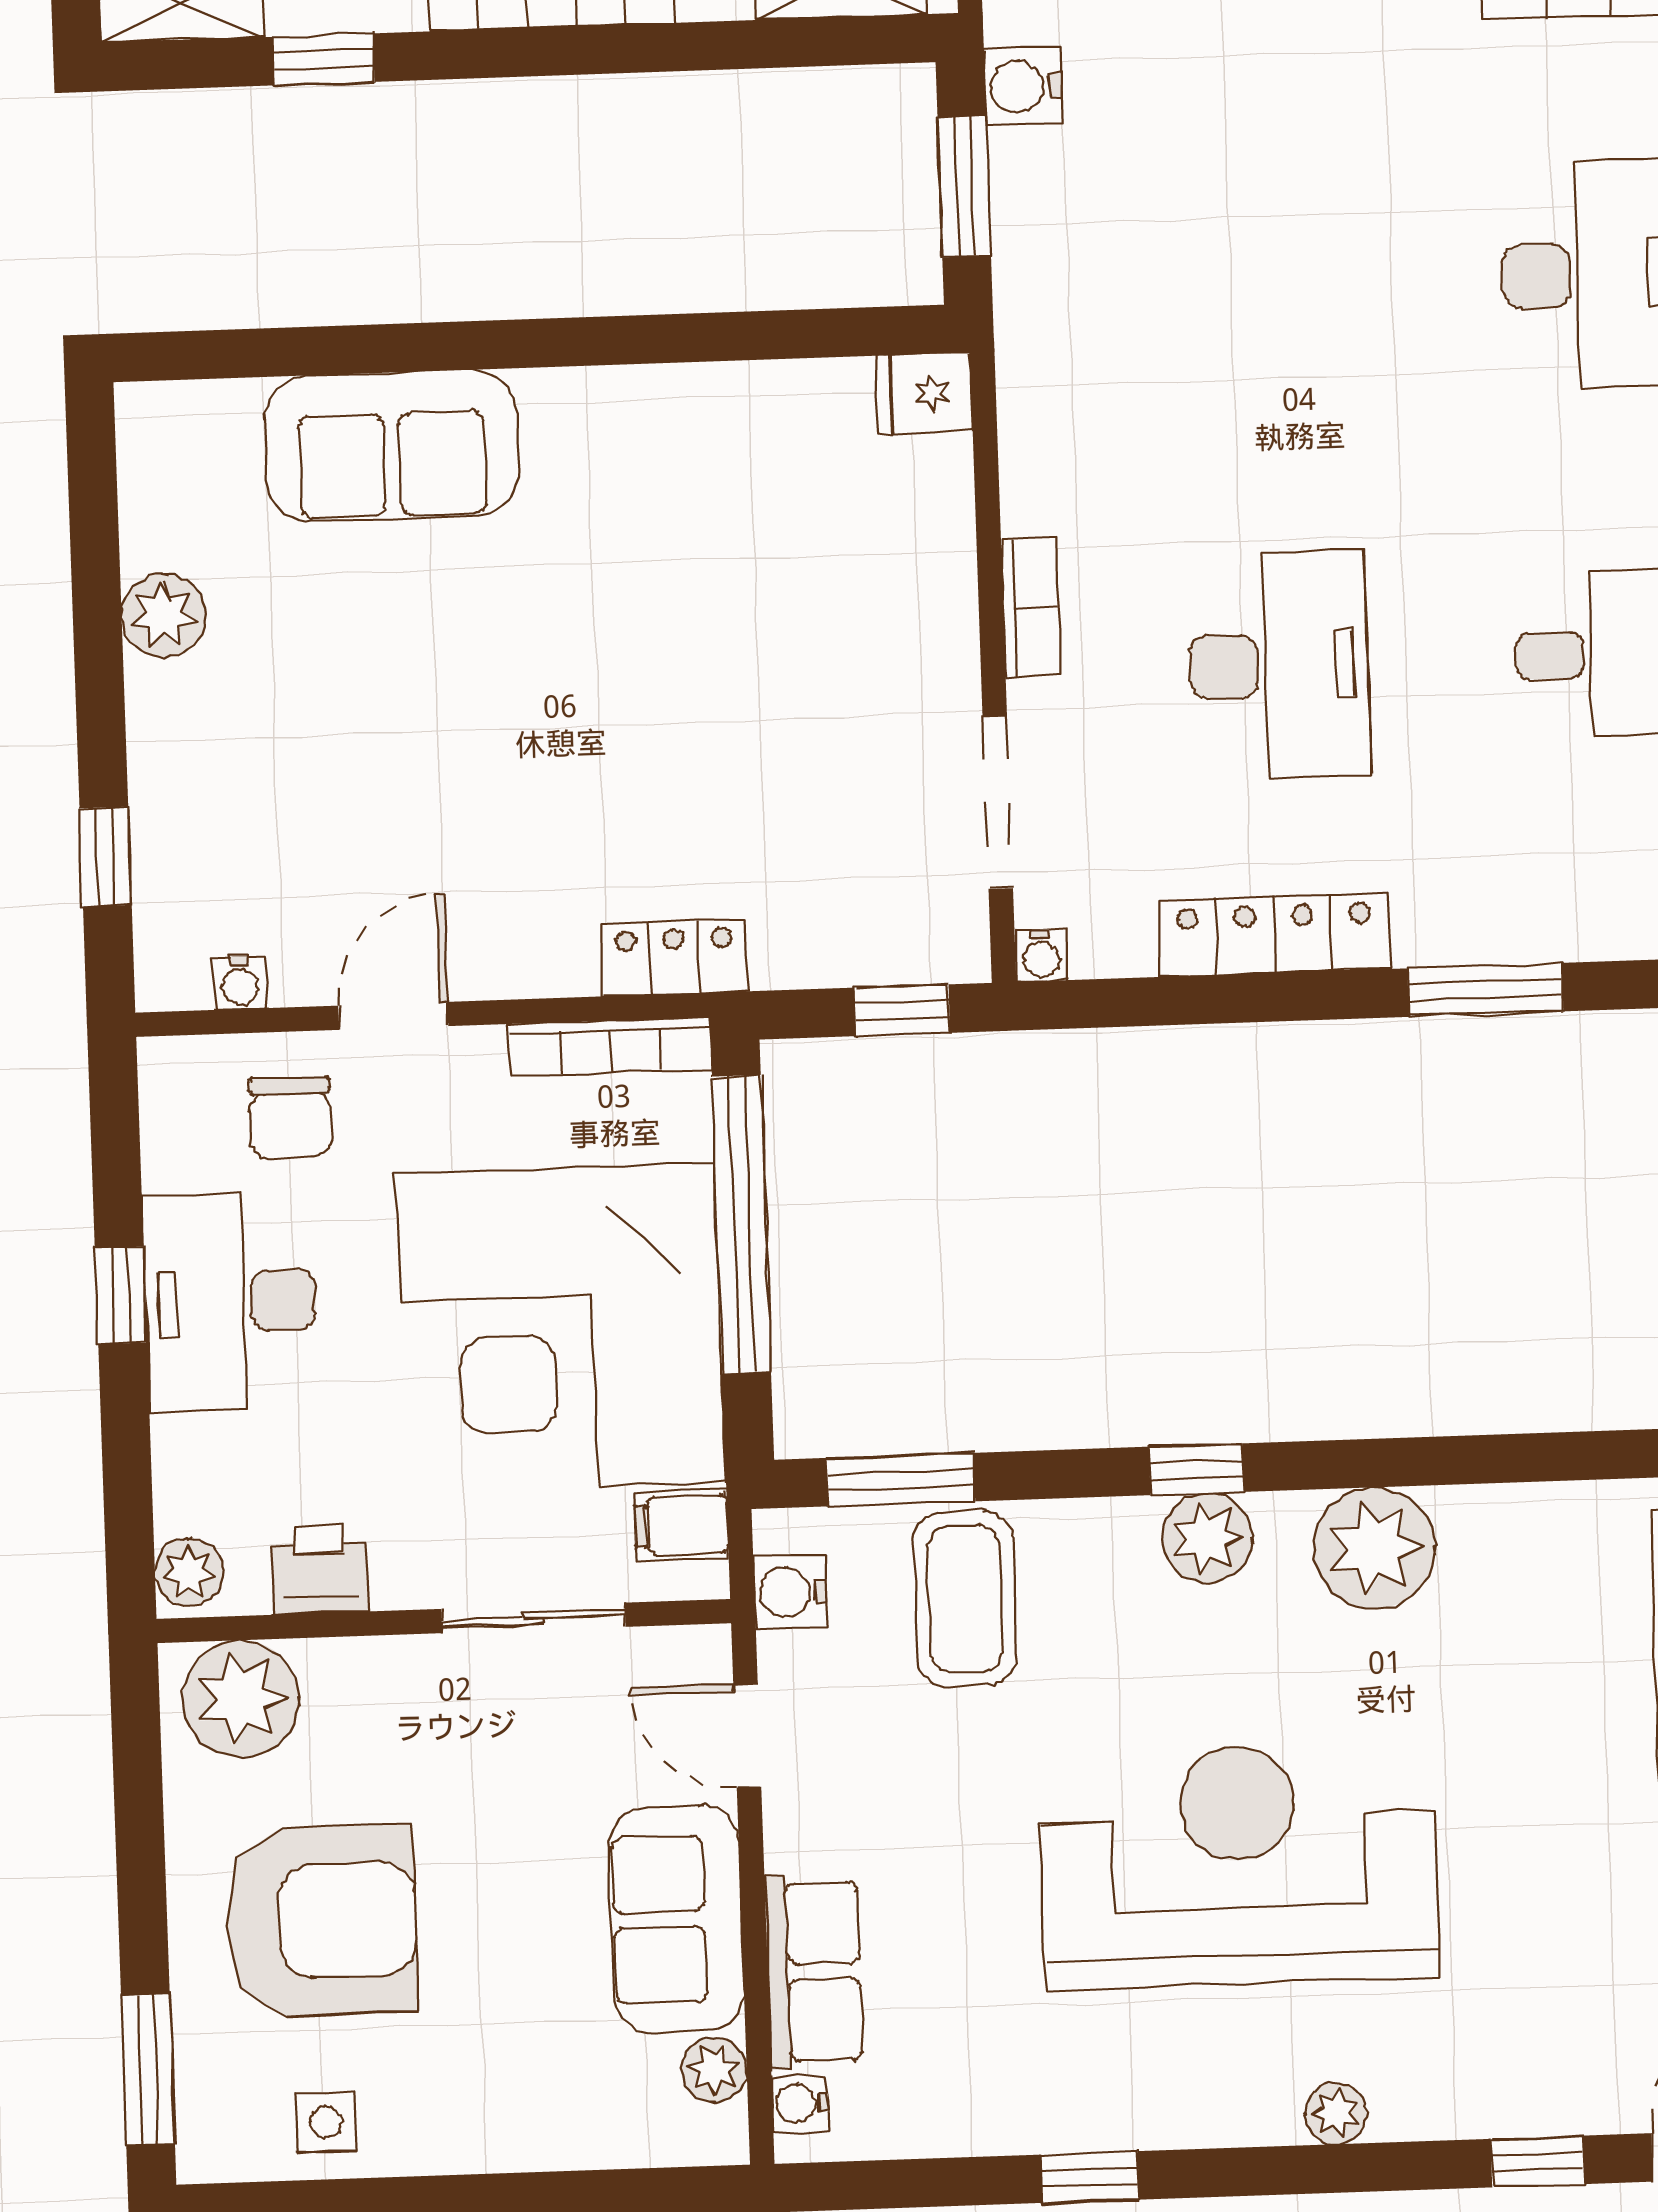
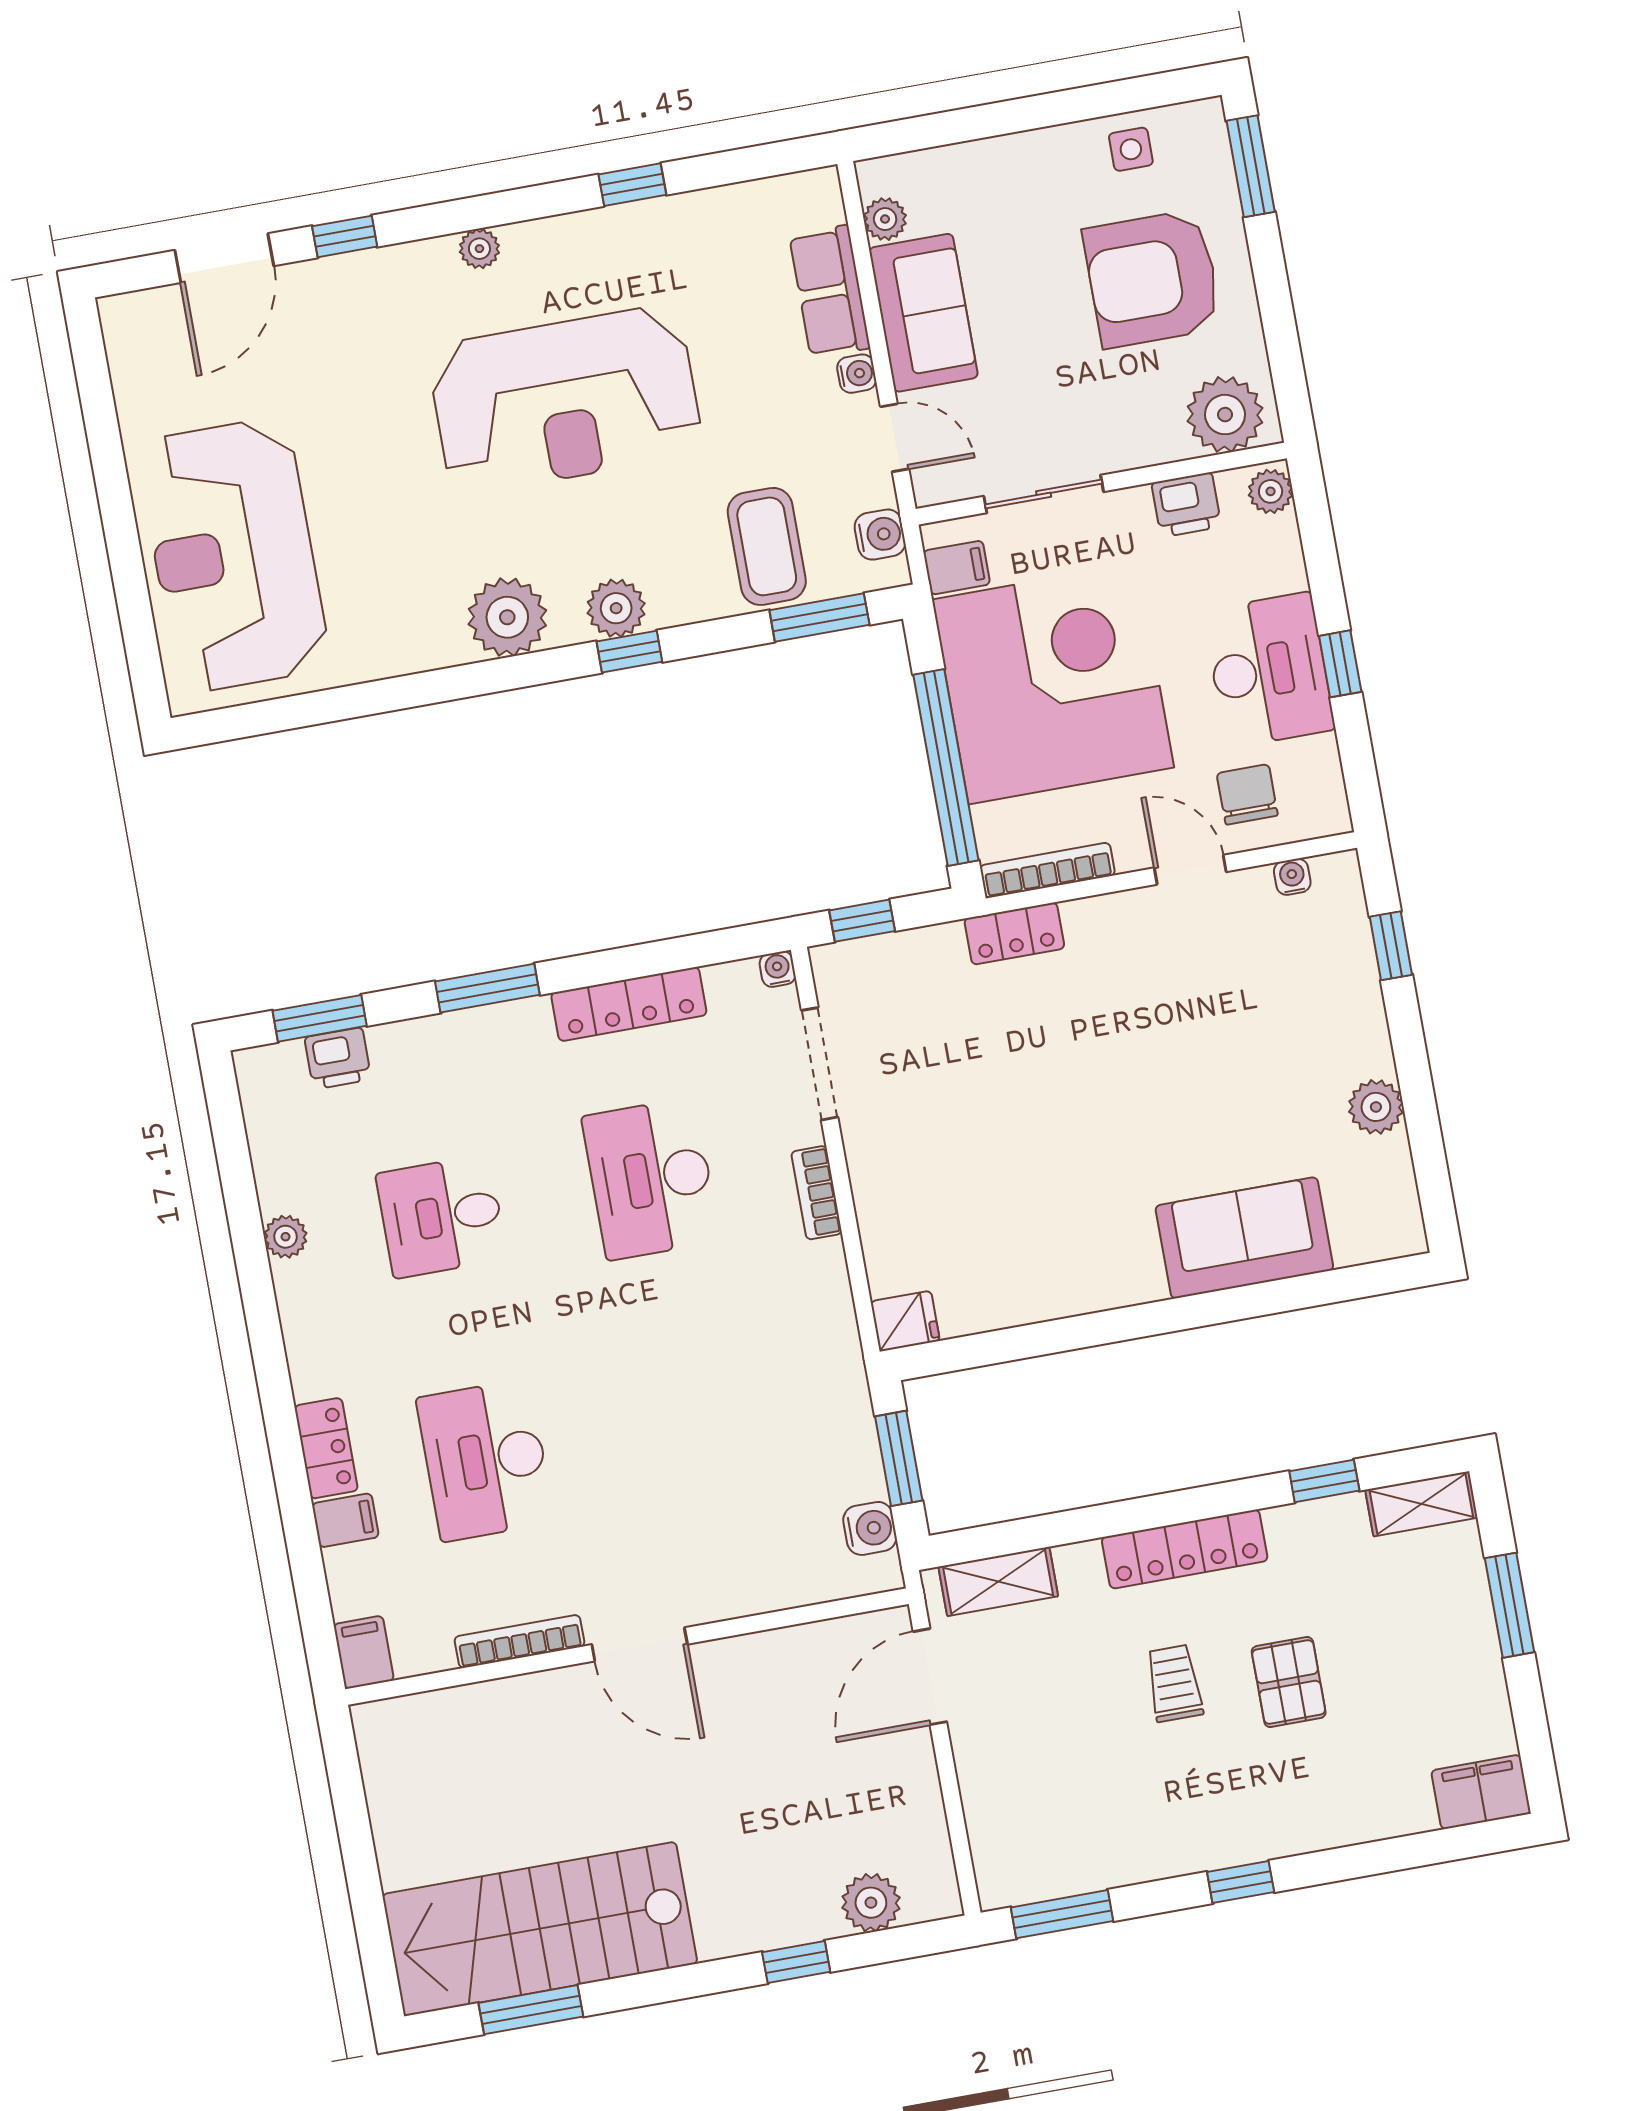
door: (393, 1016) -> (1190, 870), swing flipped
water cooler: (800, 2103) -> (857, 374), moved

